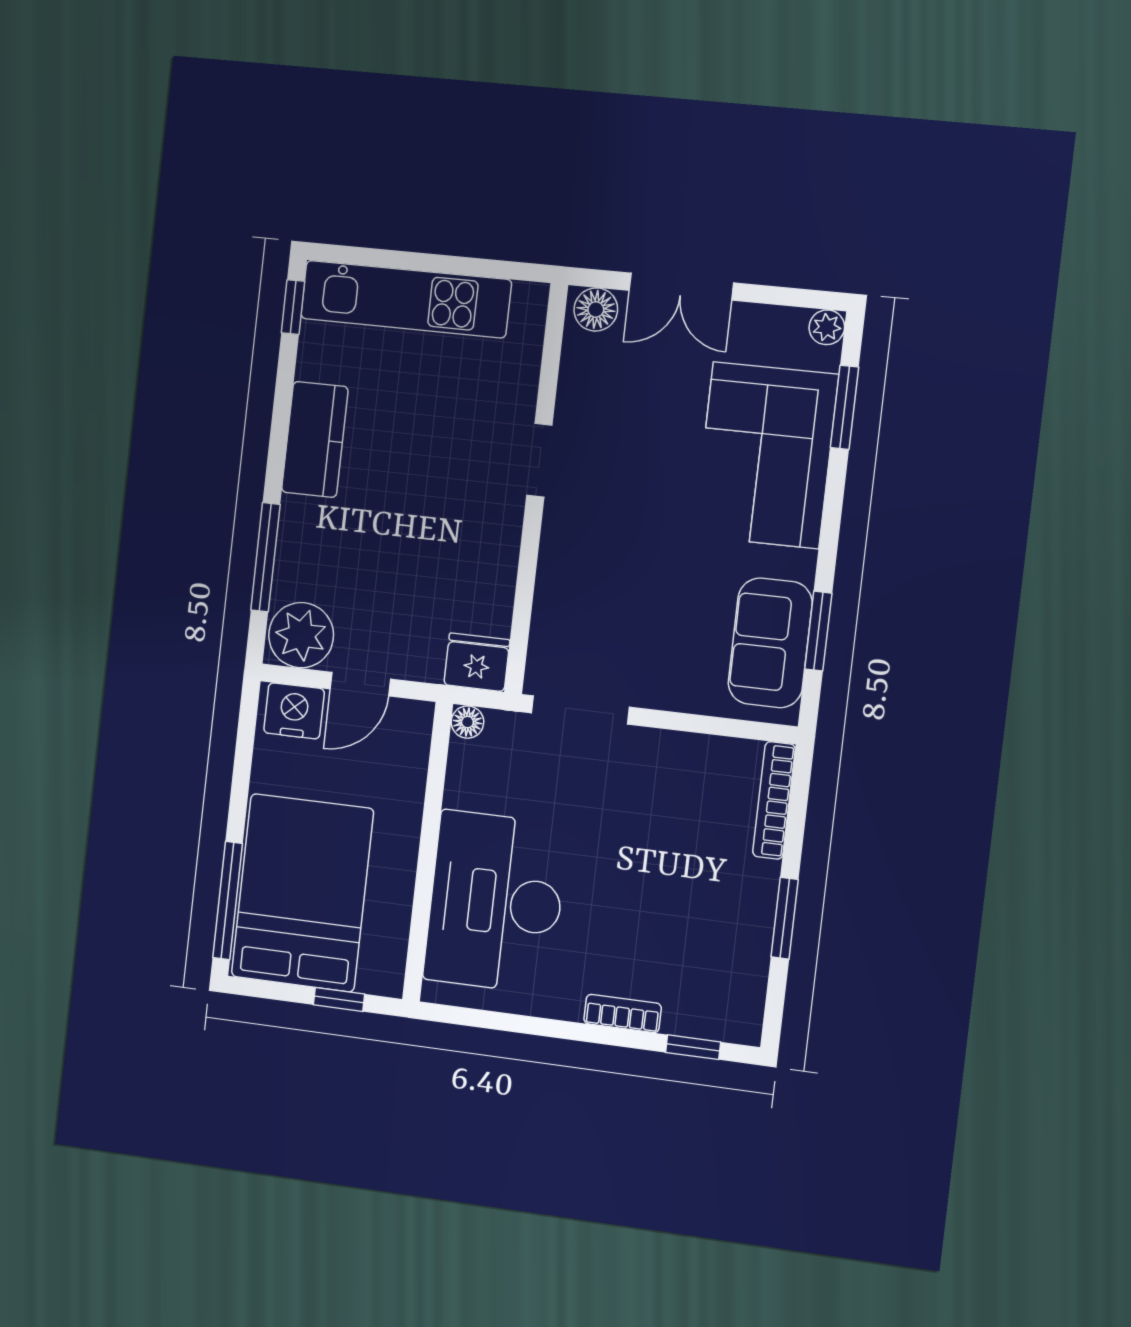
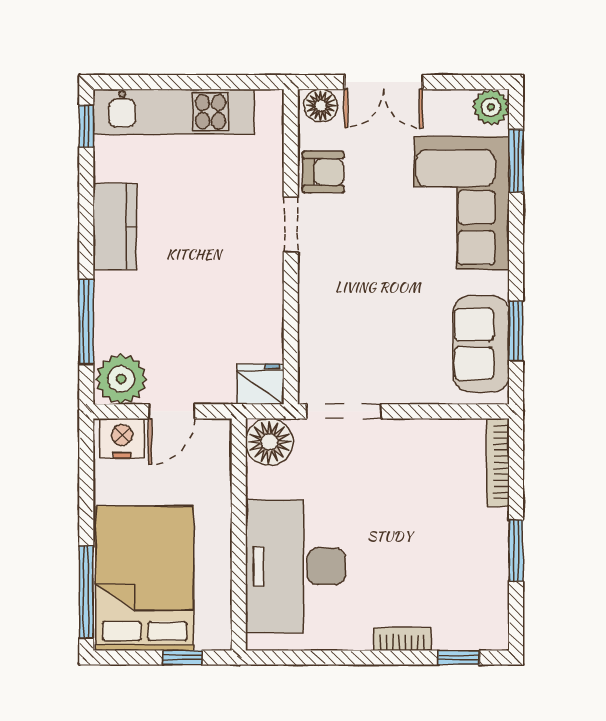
plant: (827, 327) -> (491, 107), width x1.38, depth x1.38
armchair: (589, 396) -> (323, 172), added
floor lamp: (467, 722) -> (269, 442), width x1.89, depth x1.89

